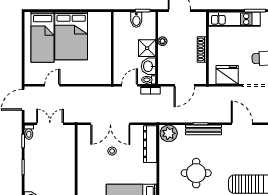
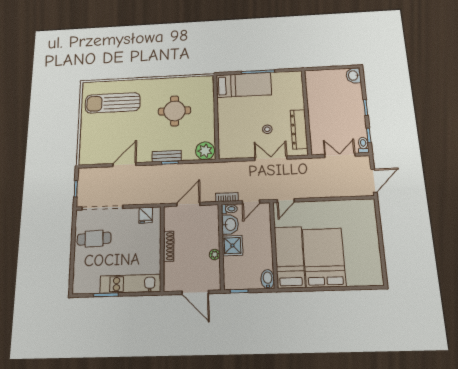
bidet: (136, 20) -> (268, 279), moved
bed: (43, 37) -> (289, 257), moved
fridge: (227, 75) -> (146, 215), width x0.53, depth x0.75
door: (52, 85) -> (286, 201), moved
double door: (50, 124) -> (340, 155), swing flipped
double door: (110, 124) -> (271, 158), width x0.73
door: (242, 124) -> (124, 165), swing flipped
bench: (203, 130) -> (167, 156), width x0.73
dresser: (150, 144) -> (299, 129), moved, turned 180

